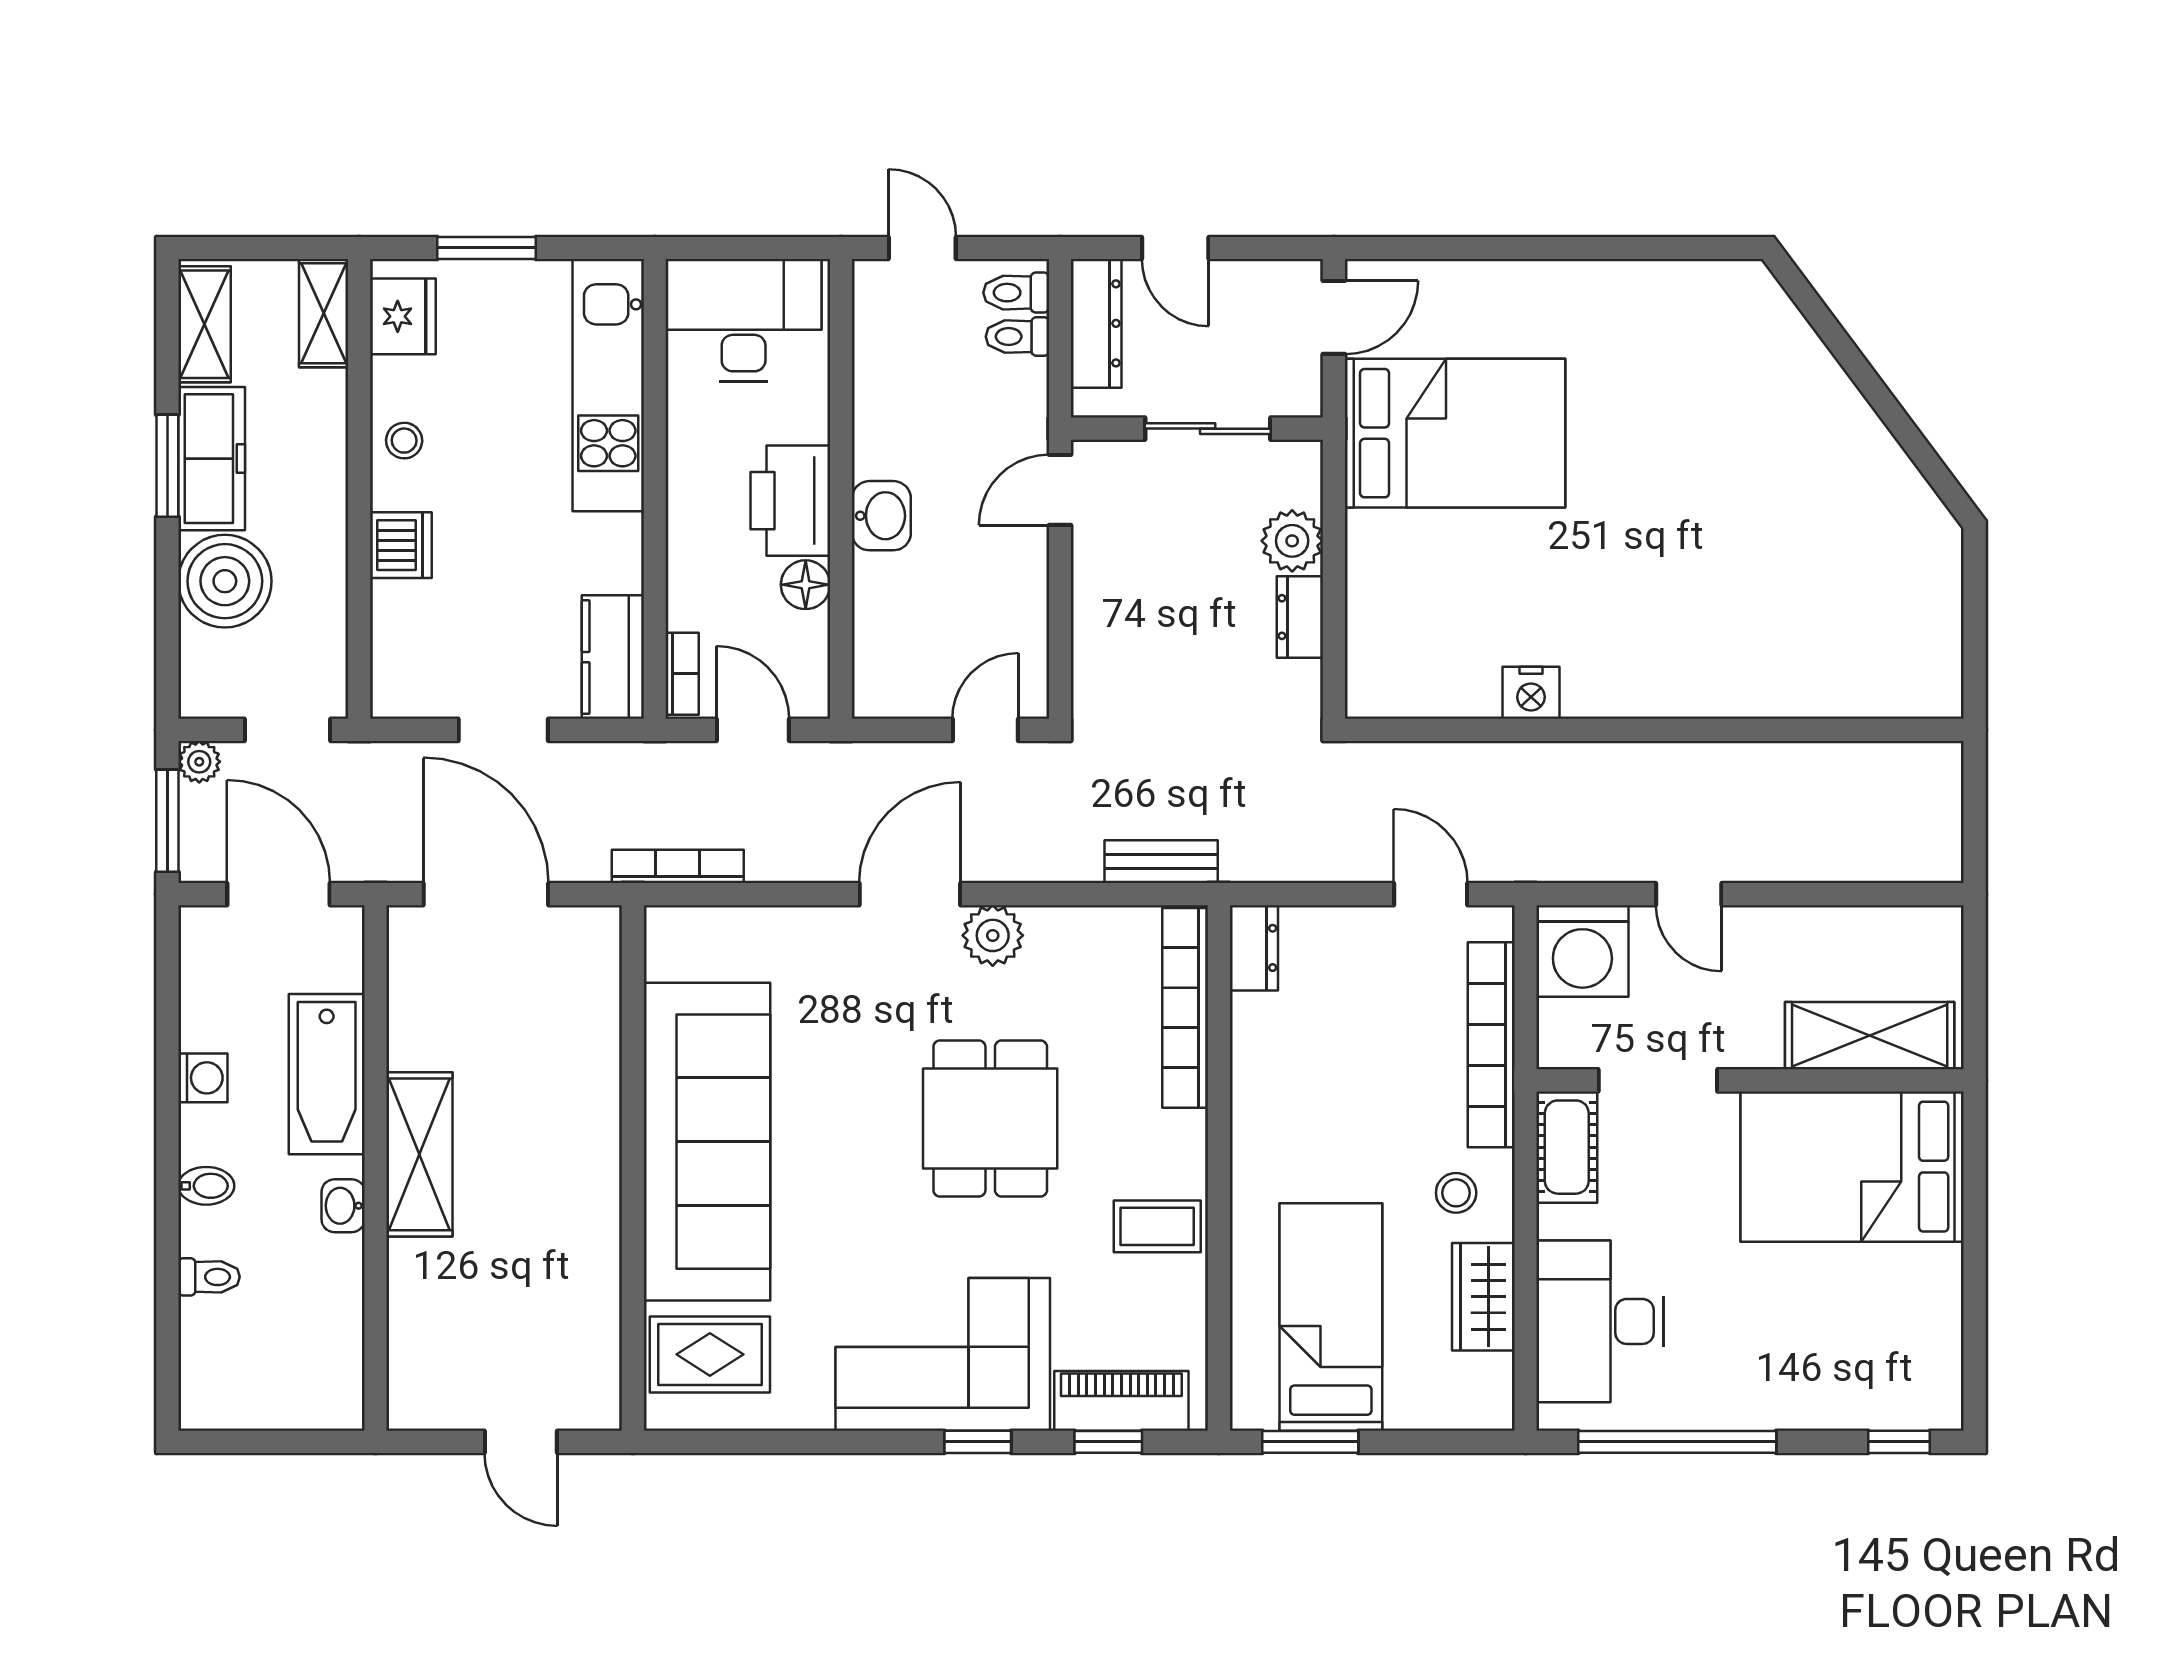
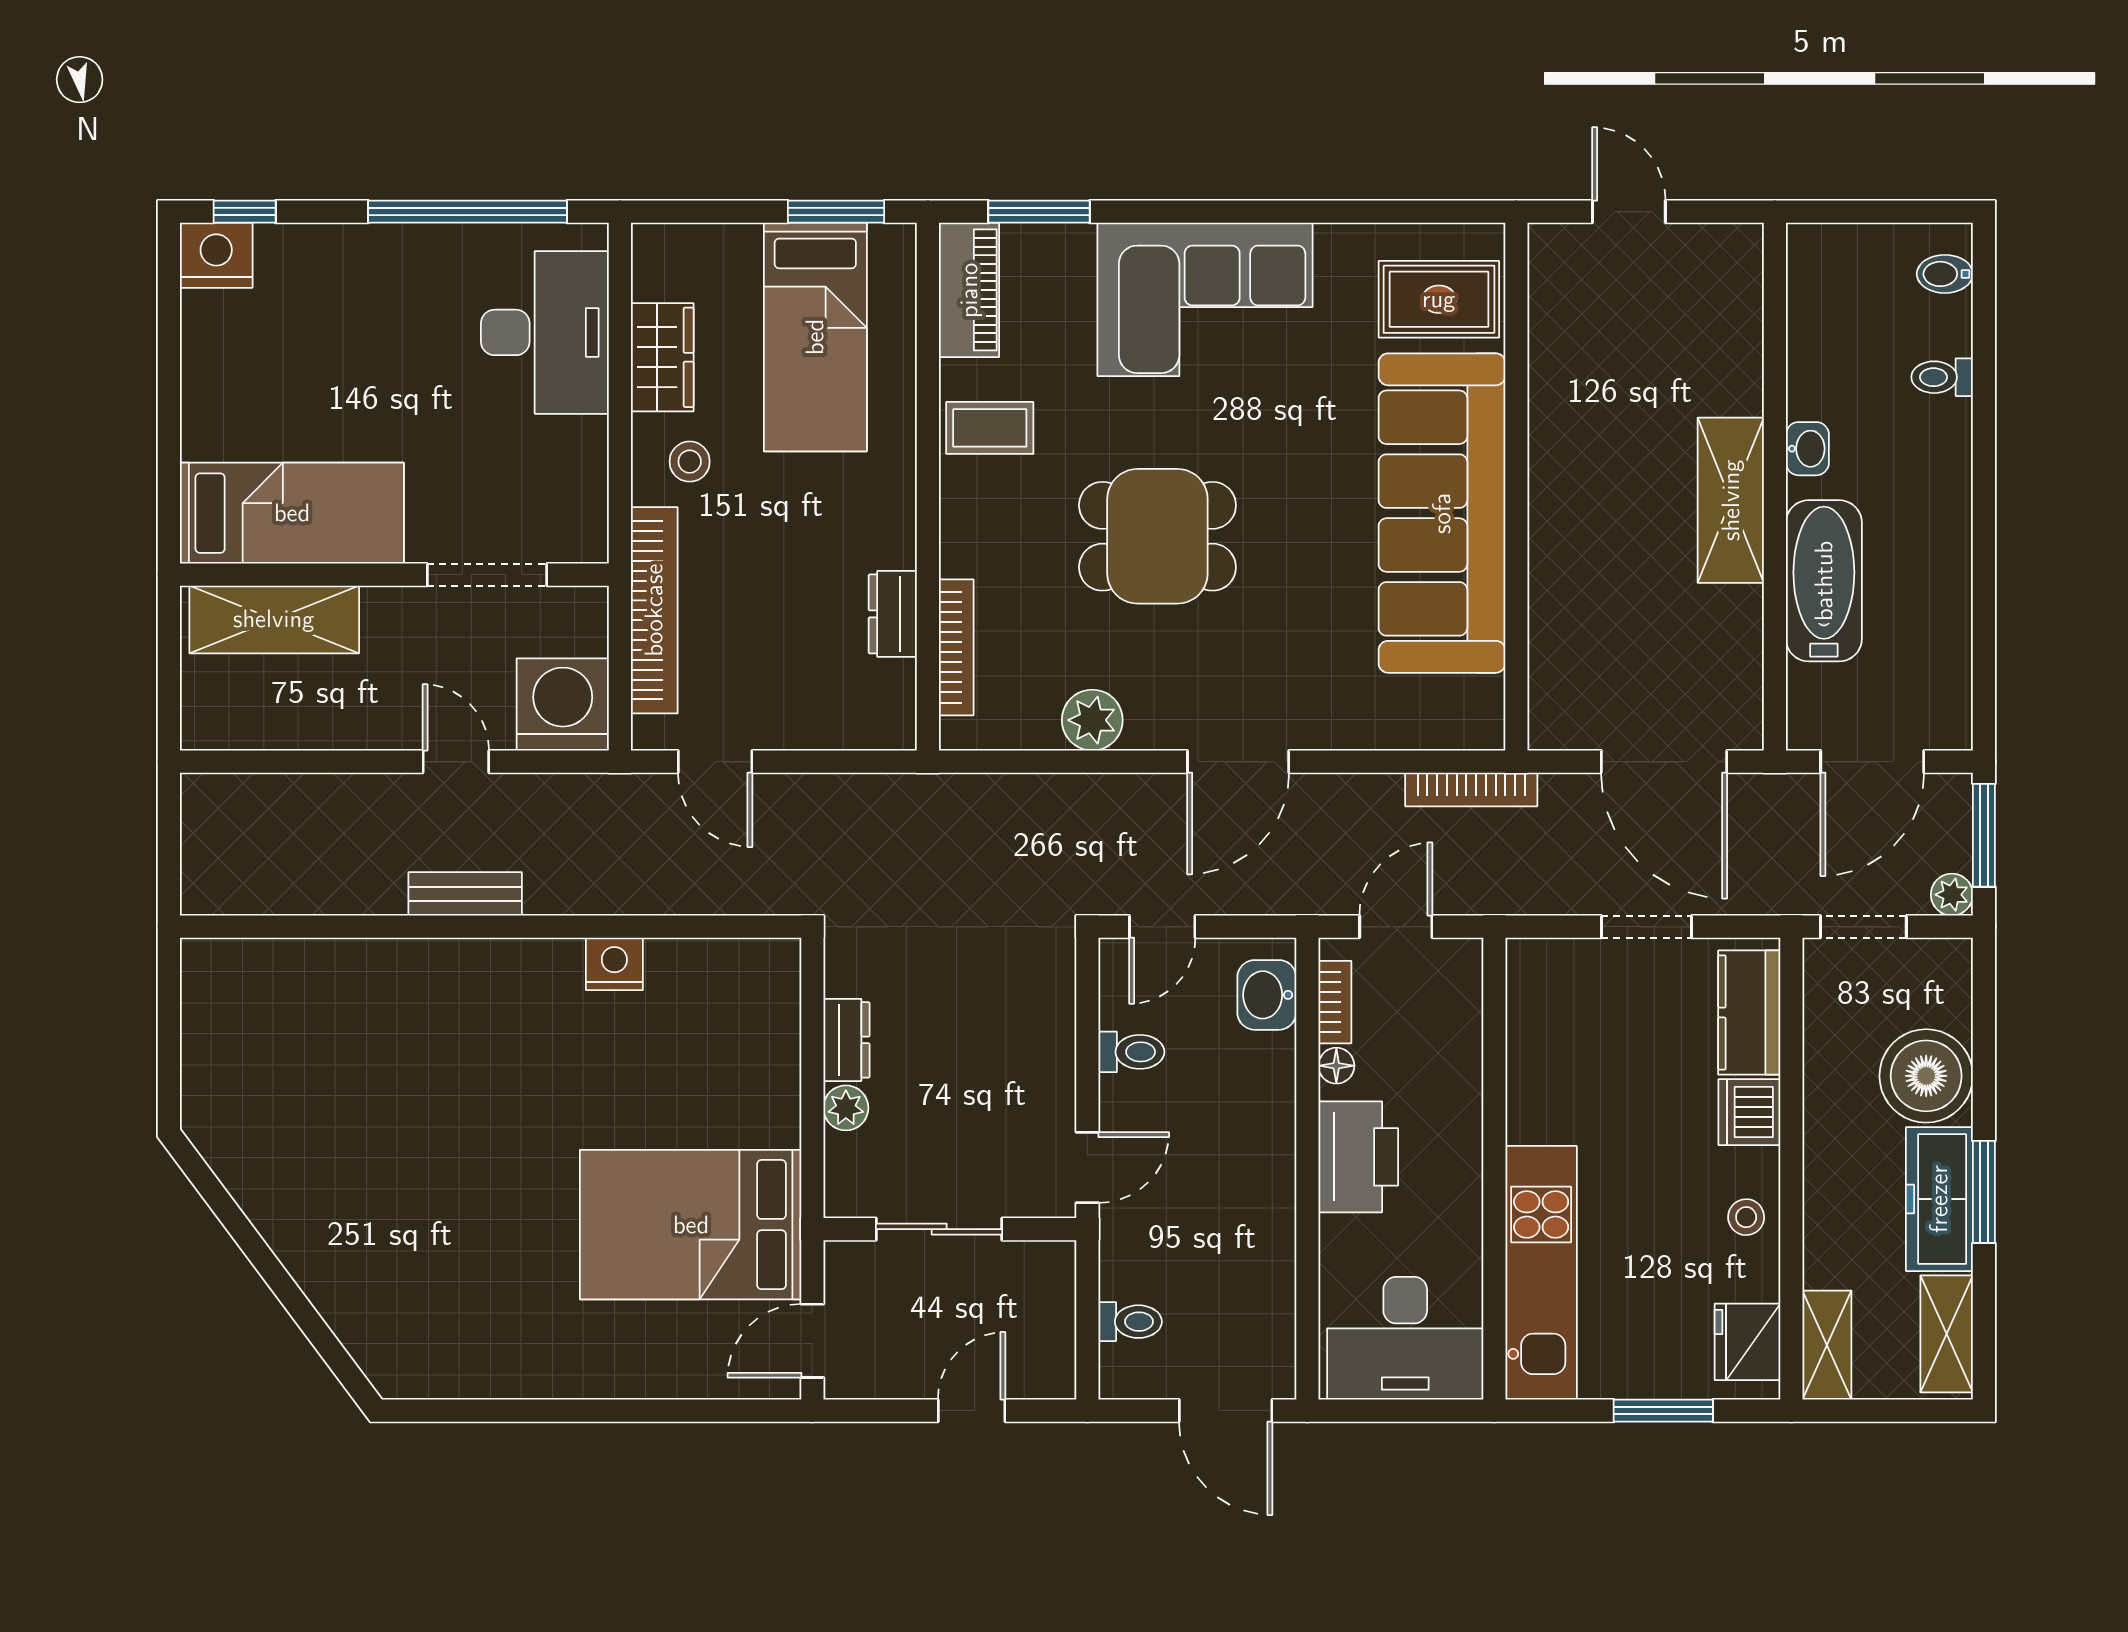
door: (922, 248) -> (1226, 1411), width x1.38
door: (1175, 248) -> (972, 1411), hinge flipped
toilet: (1016, 293) -> (1131, 1052), moved
dresser: (1096, 323) -> (1051, 1335), removed
washbasin: (881, 516) -> (1267, 995), moved
plant: (1292, 541) -> (846, 1108), width x0.73, depth x0.73
floor lamp: (806, 585) -> (1336, 1066), width x0.73, depth x0.73
kitchen counter: (613, 657) -> (1749, 1013), moved, turned 180
bookcase: (682, 674) -> (1335, 1002), moved, turned 180
door: (753, 730) -> (1396, 927), swing flipped
bench: (1161, 862) -> (465, 894), moved
door: (278, 894) -> (1872, 762), hinge flipped
plant: (993, 935) -> (1092, 720), moved
dresser: (1254, 948) -> (893, 614), moved
bookcase: (1185, 1008) -> (956, 647), width x0.68, depth x0.76
washing machine: (203, 1078) -> (1948, 577), removed
dining table: (990, 1118) -> (1157, 536), turned 90
cot: (1567, 1147) -> (578, 508), removed
bed: (1852, 1167) -> (292, 513), width x0.67
bidet: (206, 1186) -> (1945, 274), moved
nightstand: (1927, 1398) -> (216, 255), added
piano: (1121, 1401) -> (969, 290), moved, turned -90
window: (978, 1442) -> (1170, 212), removed
window: (1108, 1442) -> (1039, 212), width x1.50

